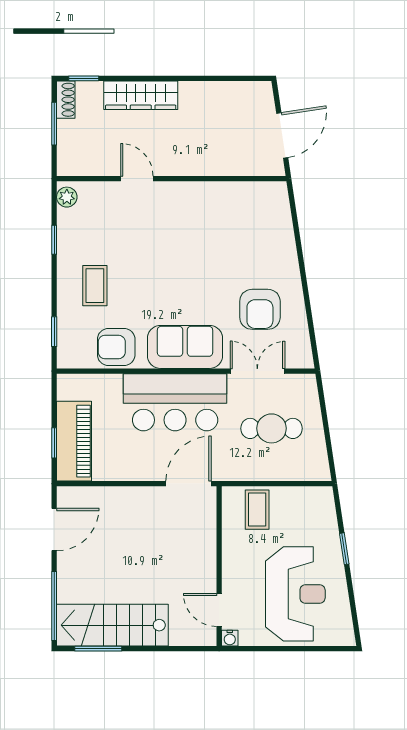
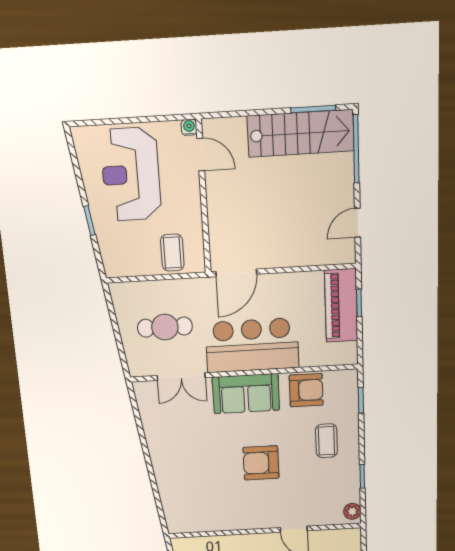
armchair: (260, 309) -> (261, 463), moved, turned -90
door: (54, 530) -> (357, 223), width x0.73

